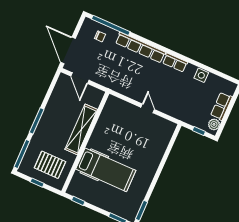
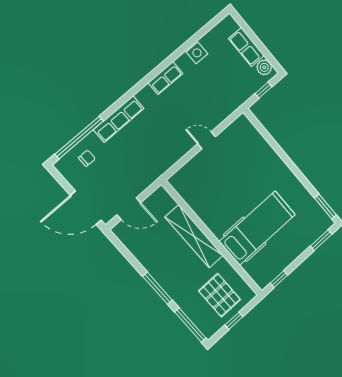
row of seats: (140, 48) -> (119, 119), width x0.73
pallet: (50, 165) -> (220, 295), turned 90

